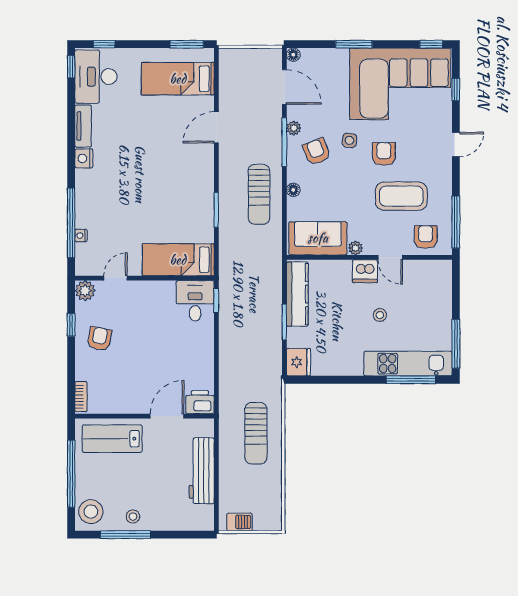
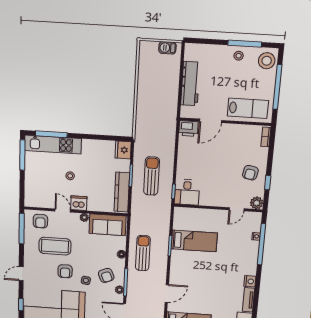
bed: (178, 260) -> (194, 241), moved
sun lounger: (256, 433) -> (152, 176), moved

